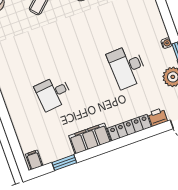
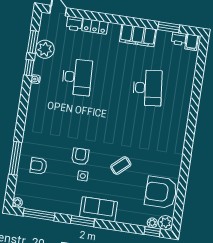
desk: (53, 93) -> (148, 88), width x1.37
locker: (129, 128) -> (95, 26), width x0.66
printer: (49, 157) -> (179, 39), added

